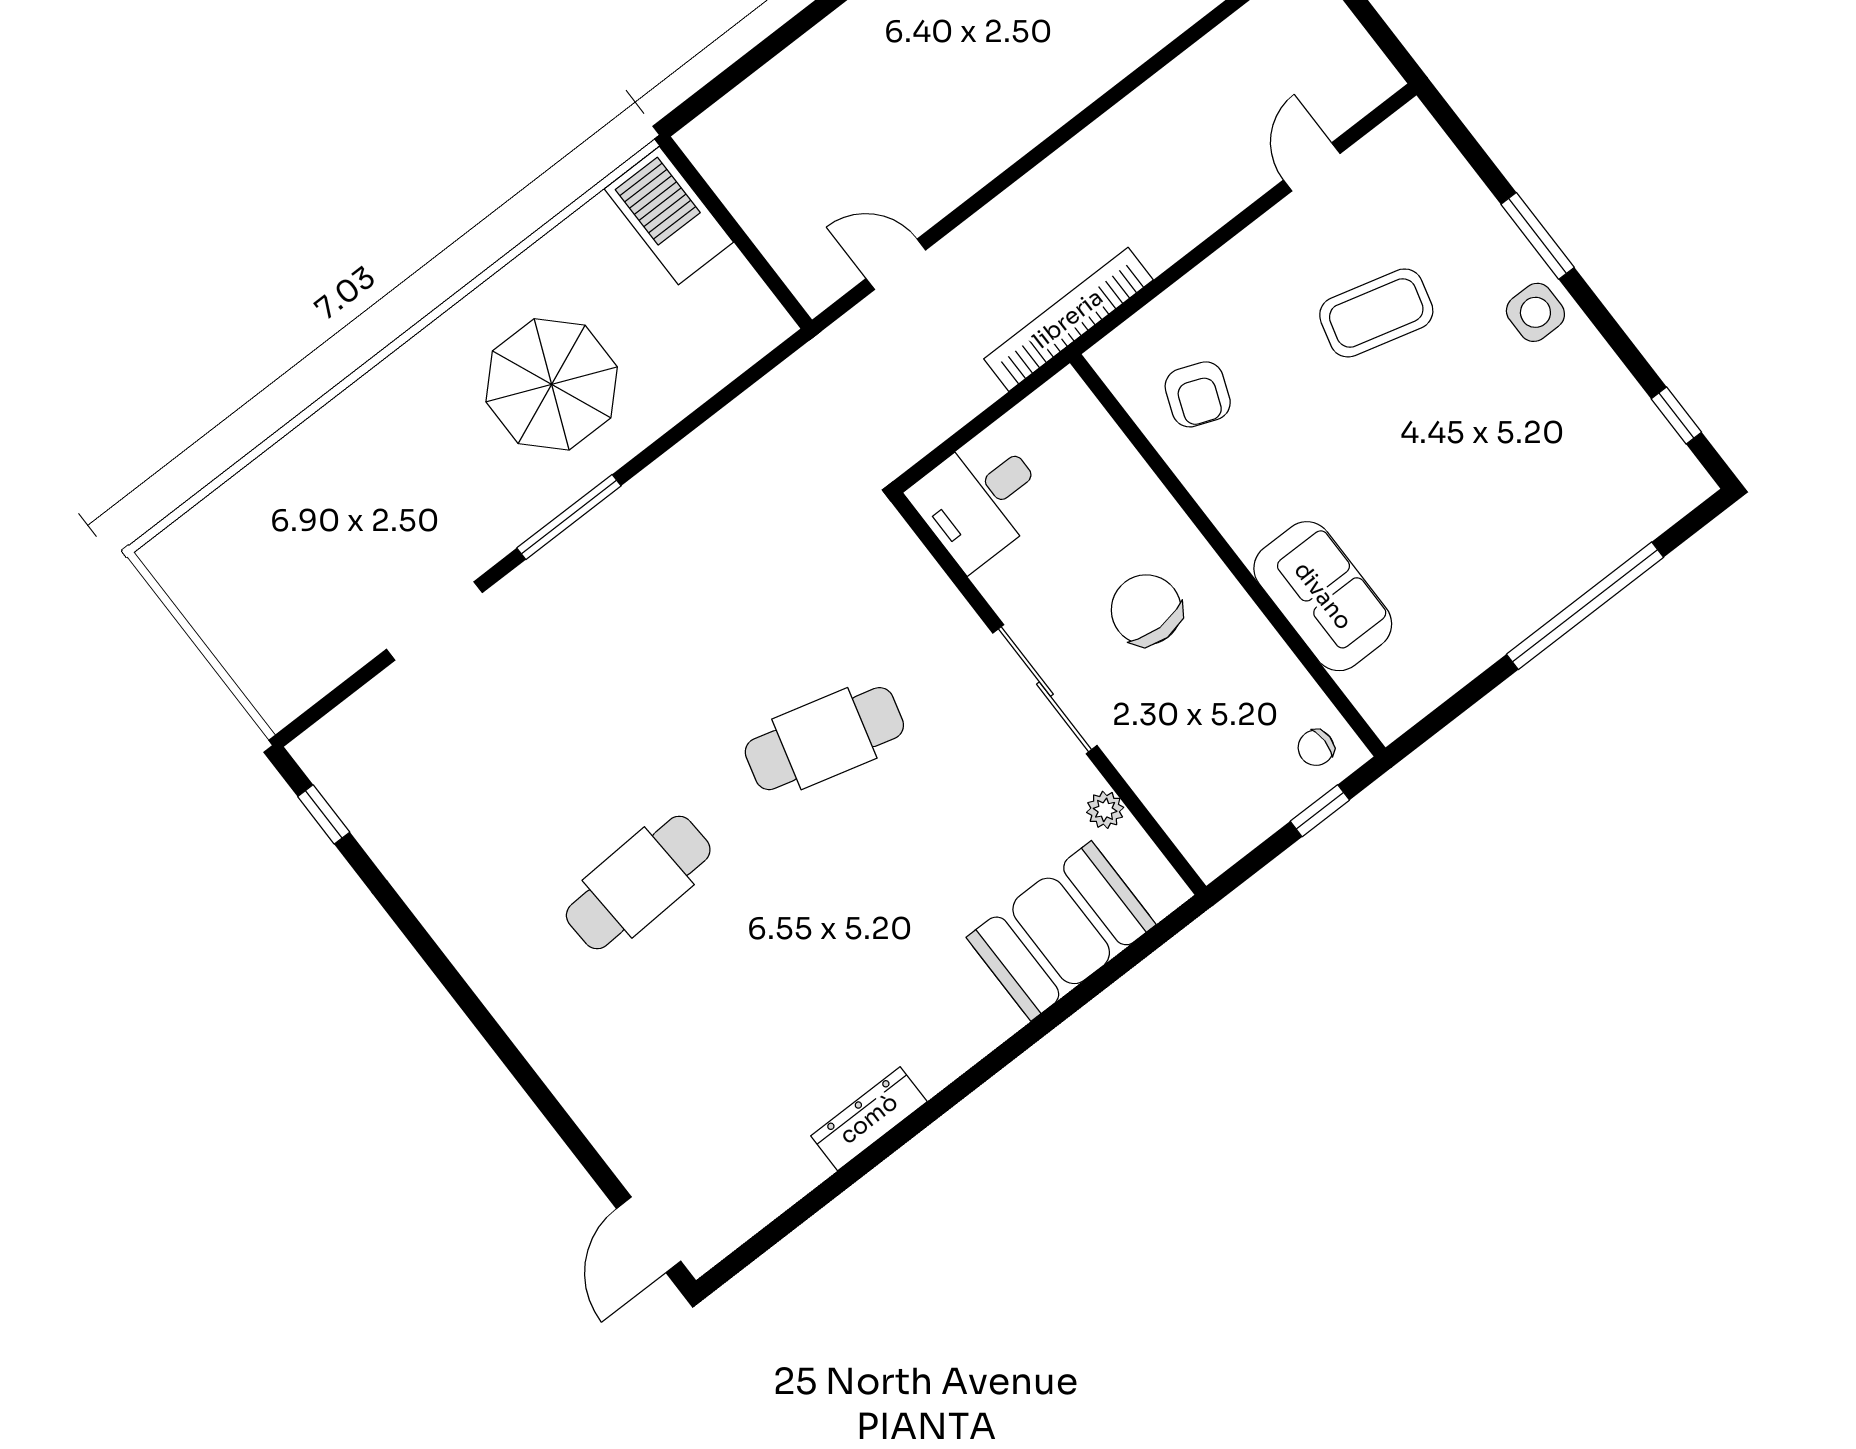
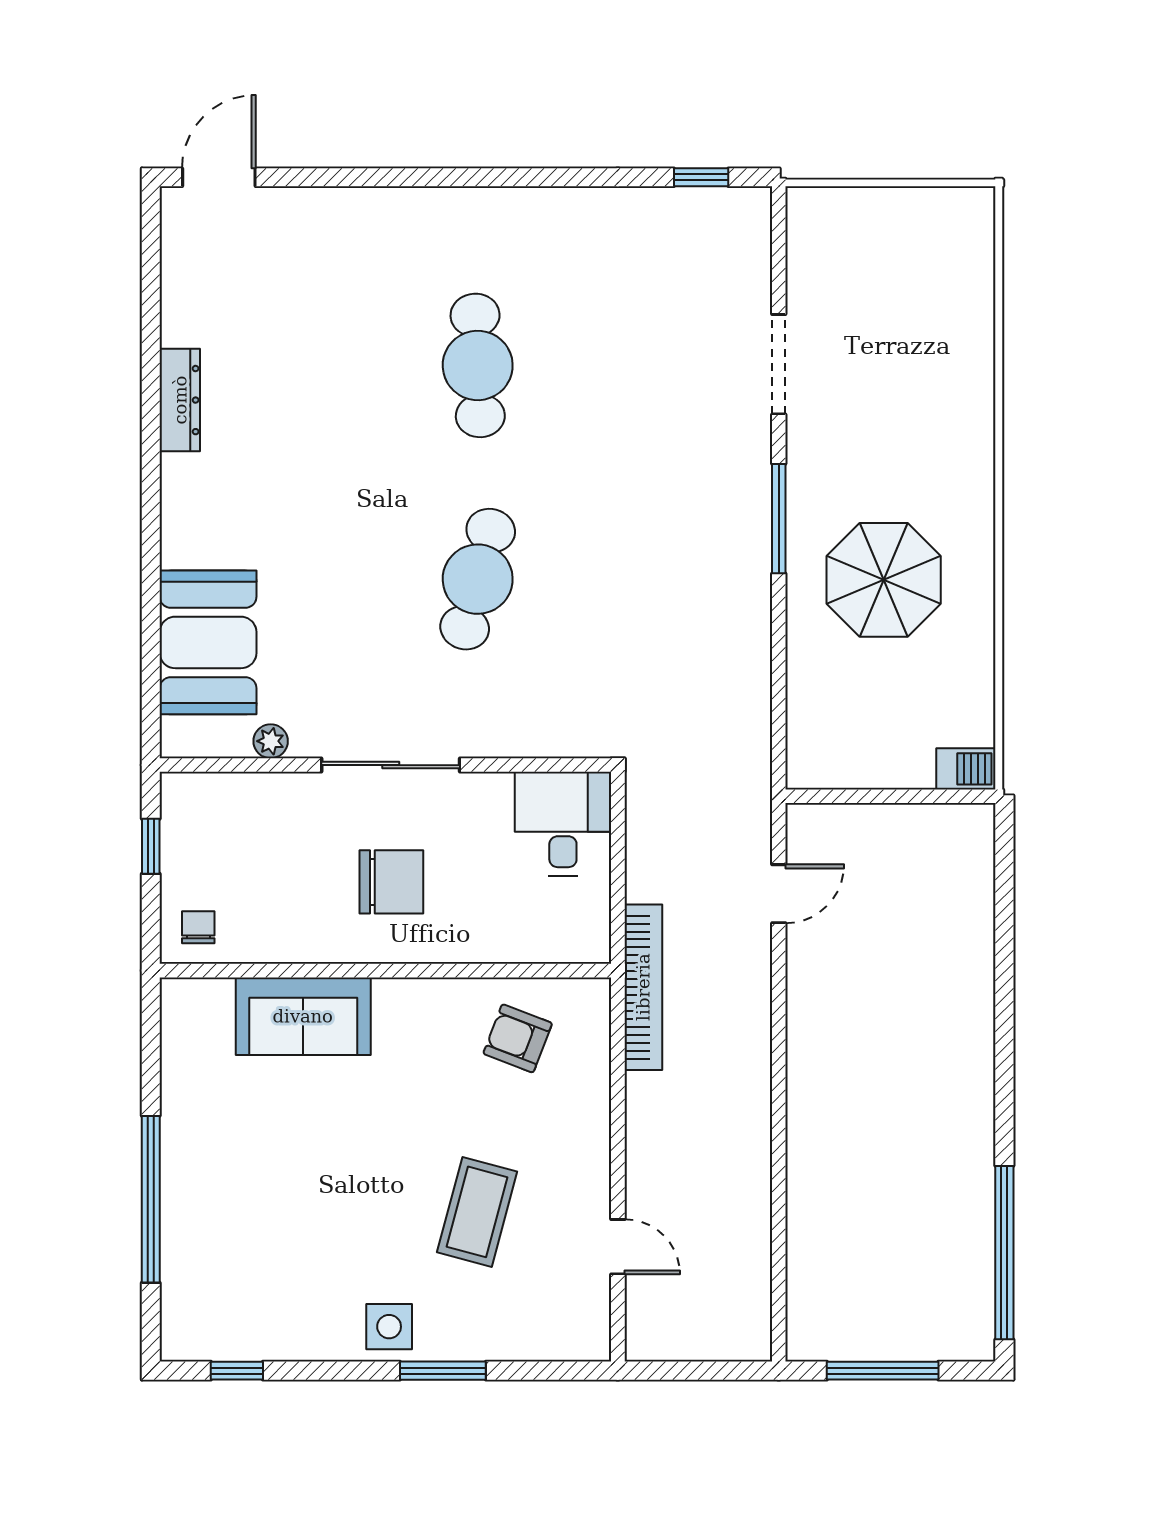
barbecue: (669, 216) -> (966, 769), width x0.53, depth x0.65
window: (1320, 811) -> (151, 846), moved
door: (649, 1235) -> (219, 177), hinge flipped

